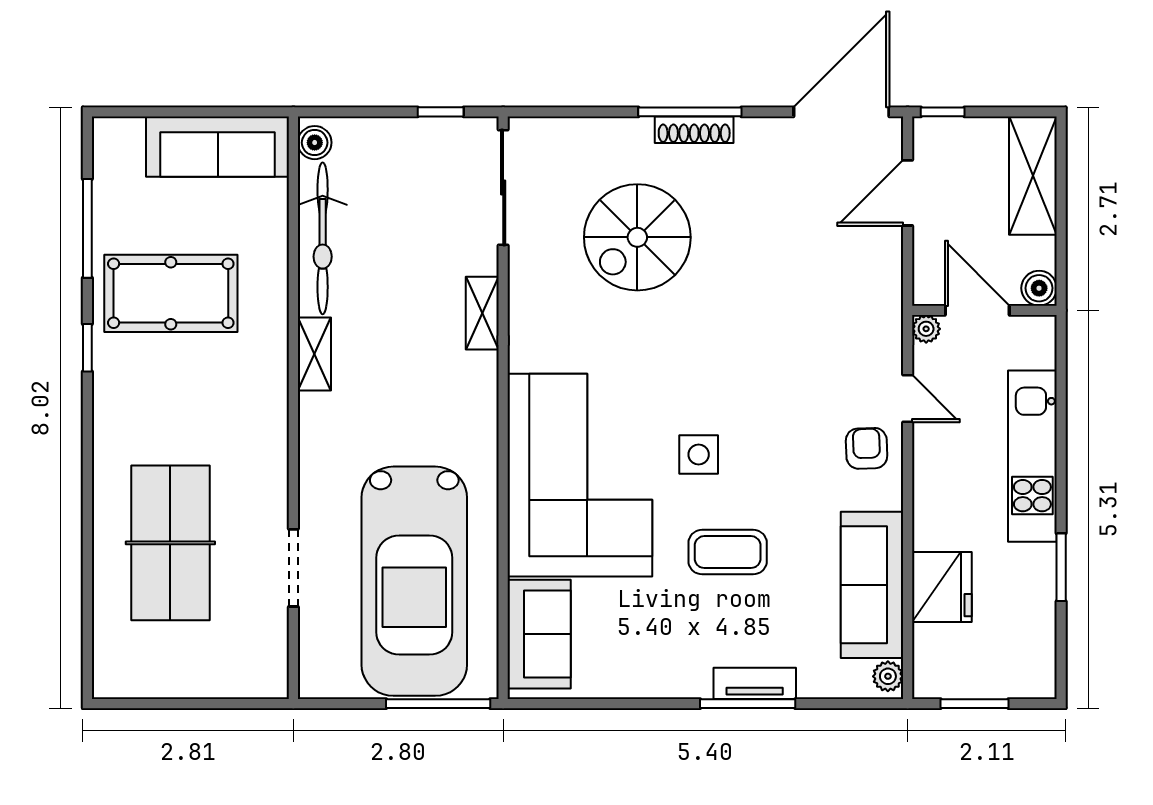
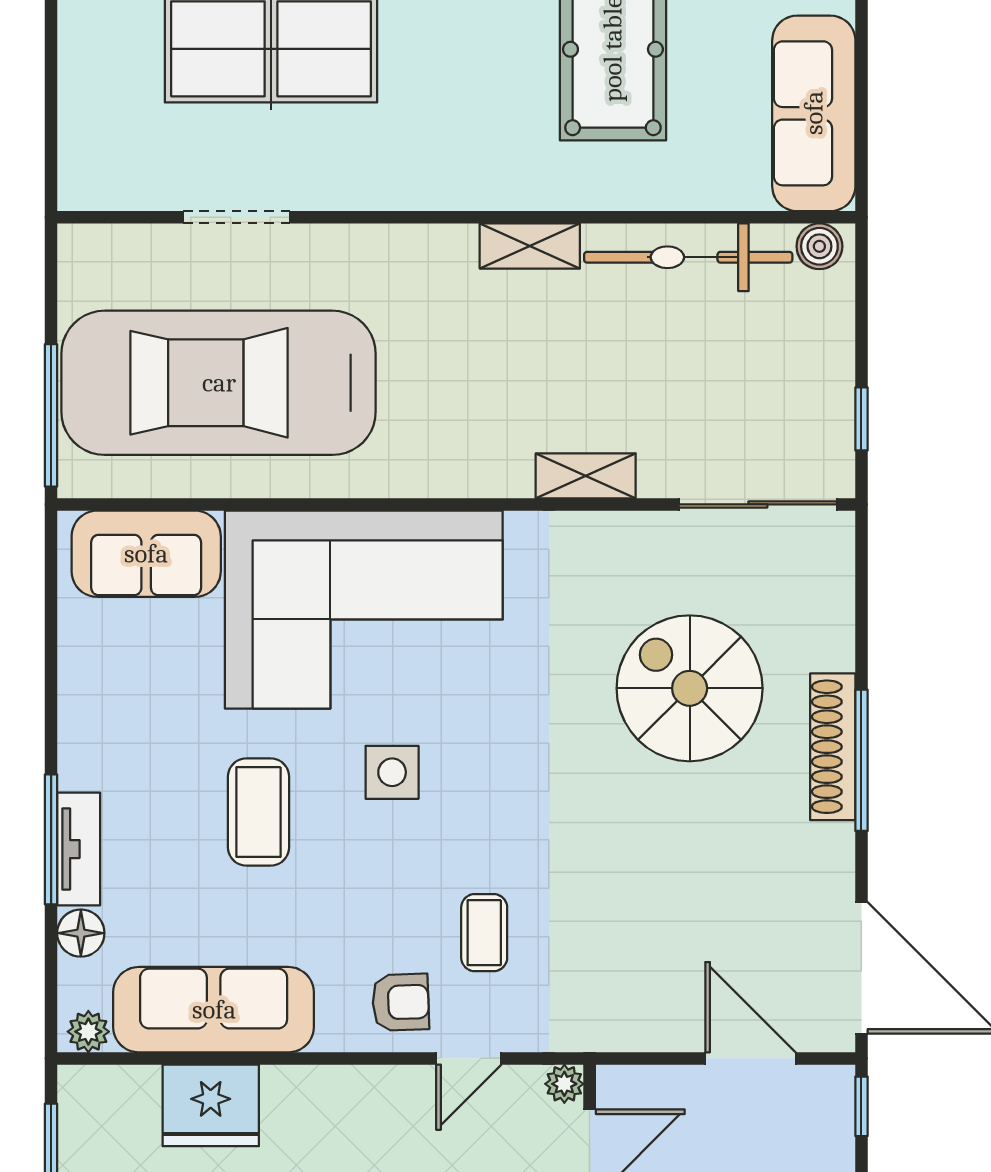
shoe rack: (694, 130) -> (833, 747), width x1.36, depth x1.24
coffee table: (816, 387) -> (484, 933), added
floor lamp: (816, 682) -> (81, 933), added

